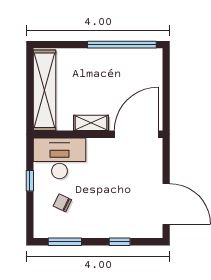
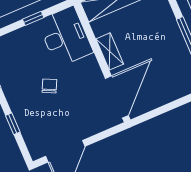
door: (136, 134) -> (117, 97), hinge flipped
chair: (62, 203) -> (49, 86), moved

